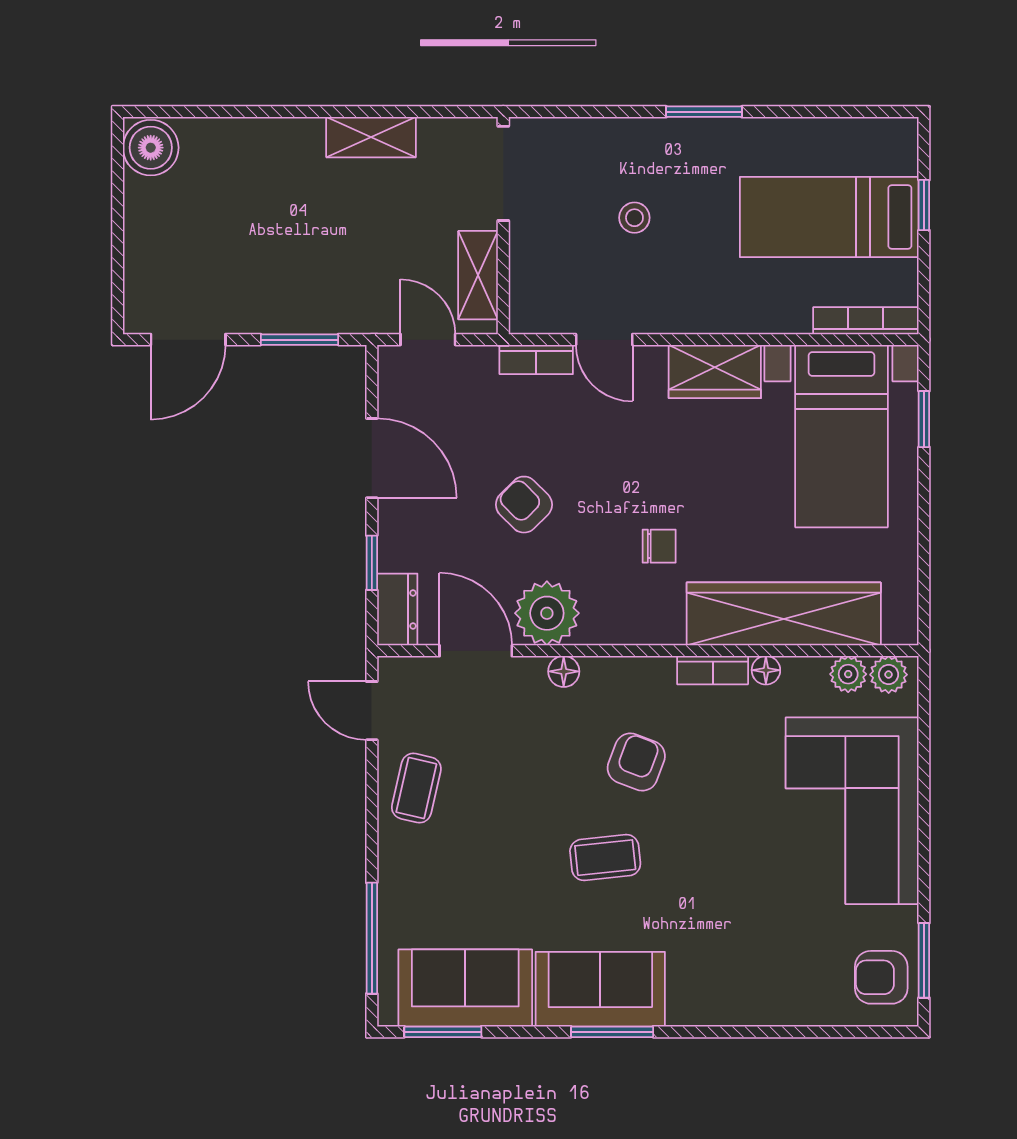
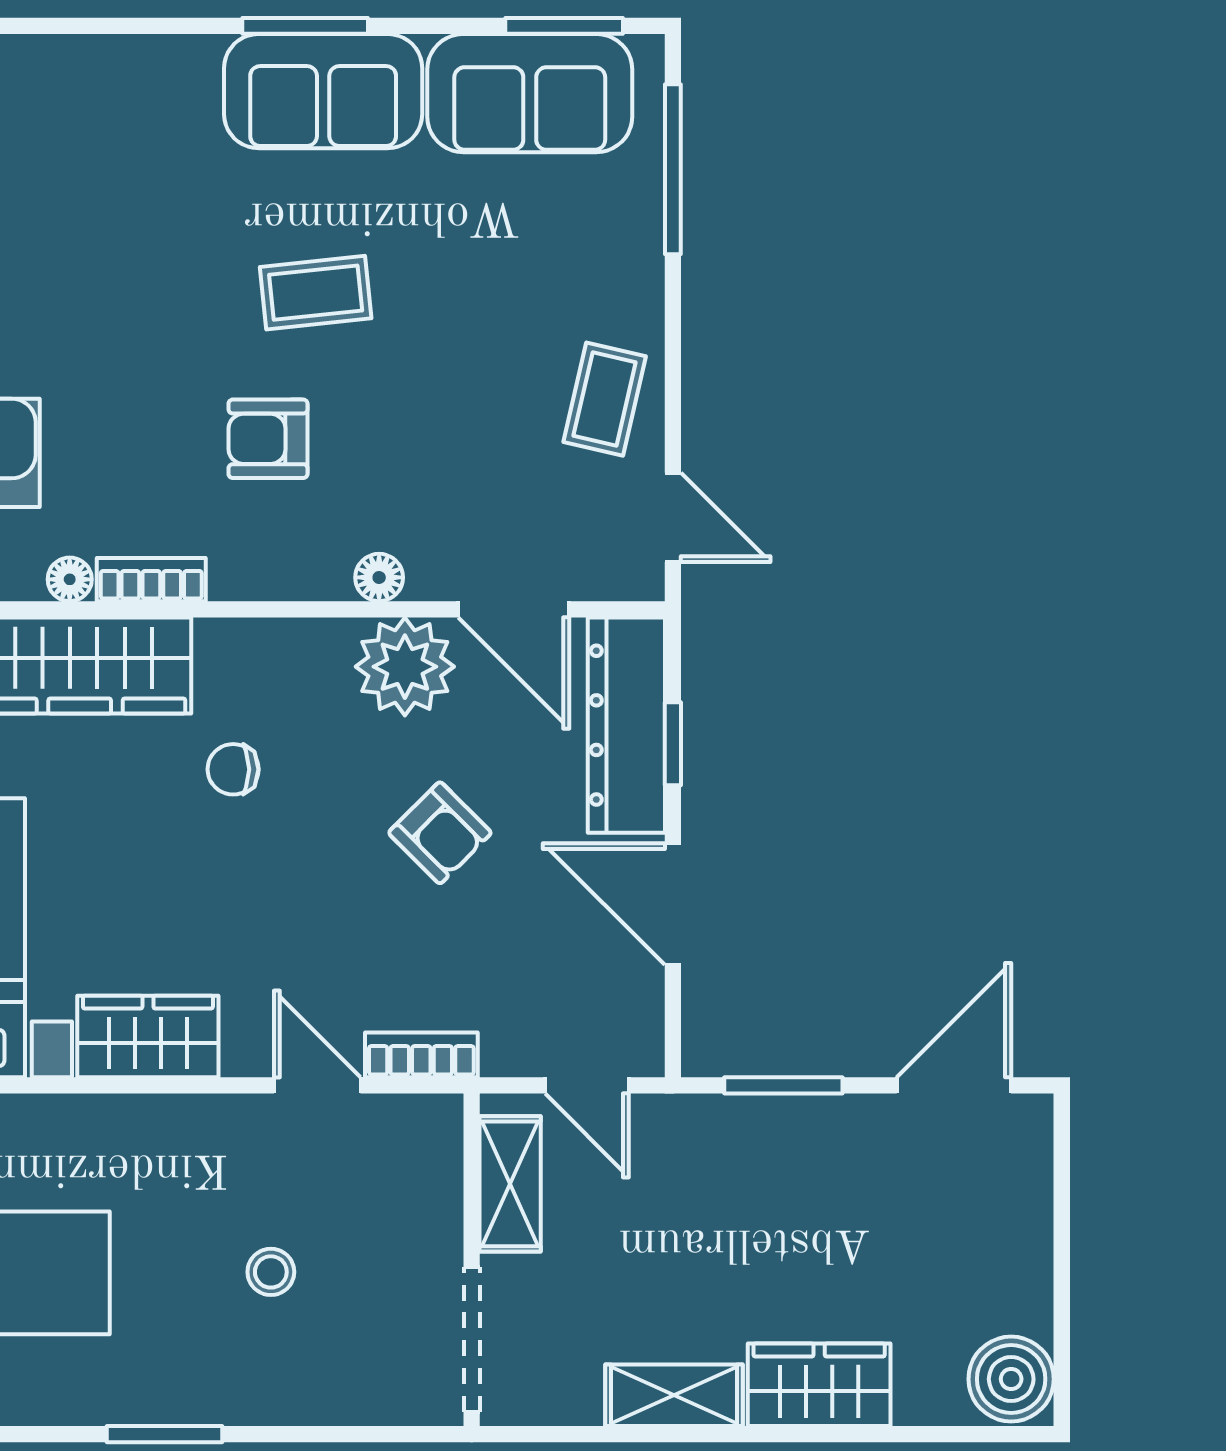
wardrobe: (276, 144) -> (819, 1385), added
dresser: (397, 609) -> (626, 725), width x1.96, depth x1.24
armchair: (636, 762) -> (268, 439), turned 69

